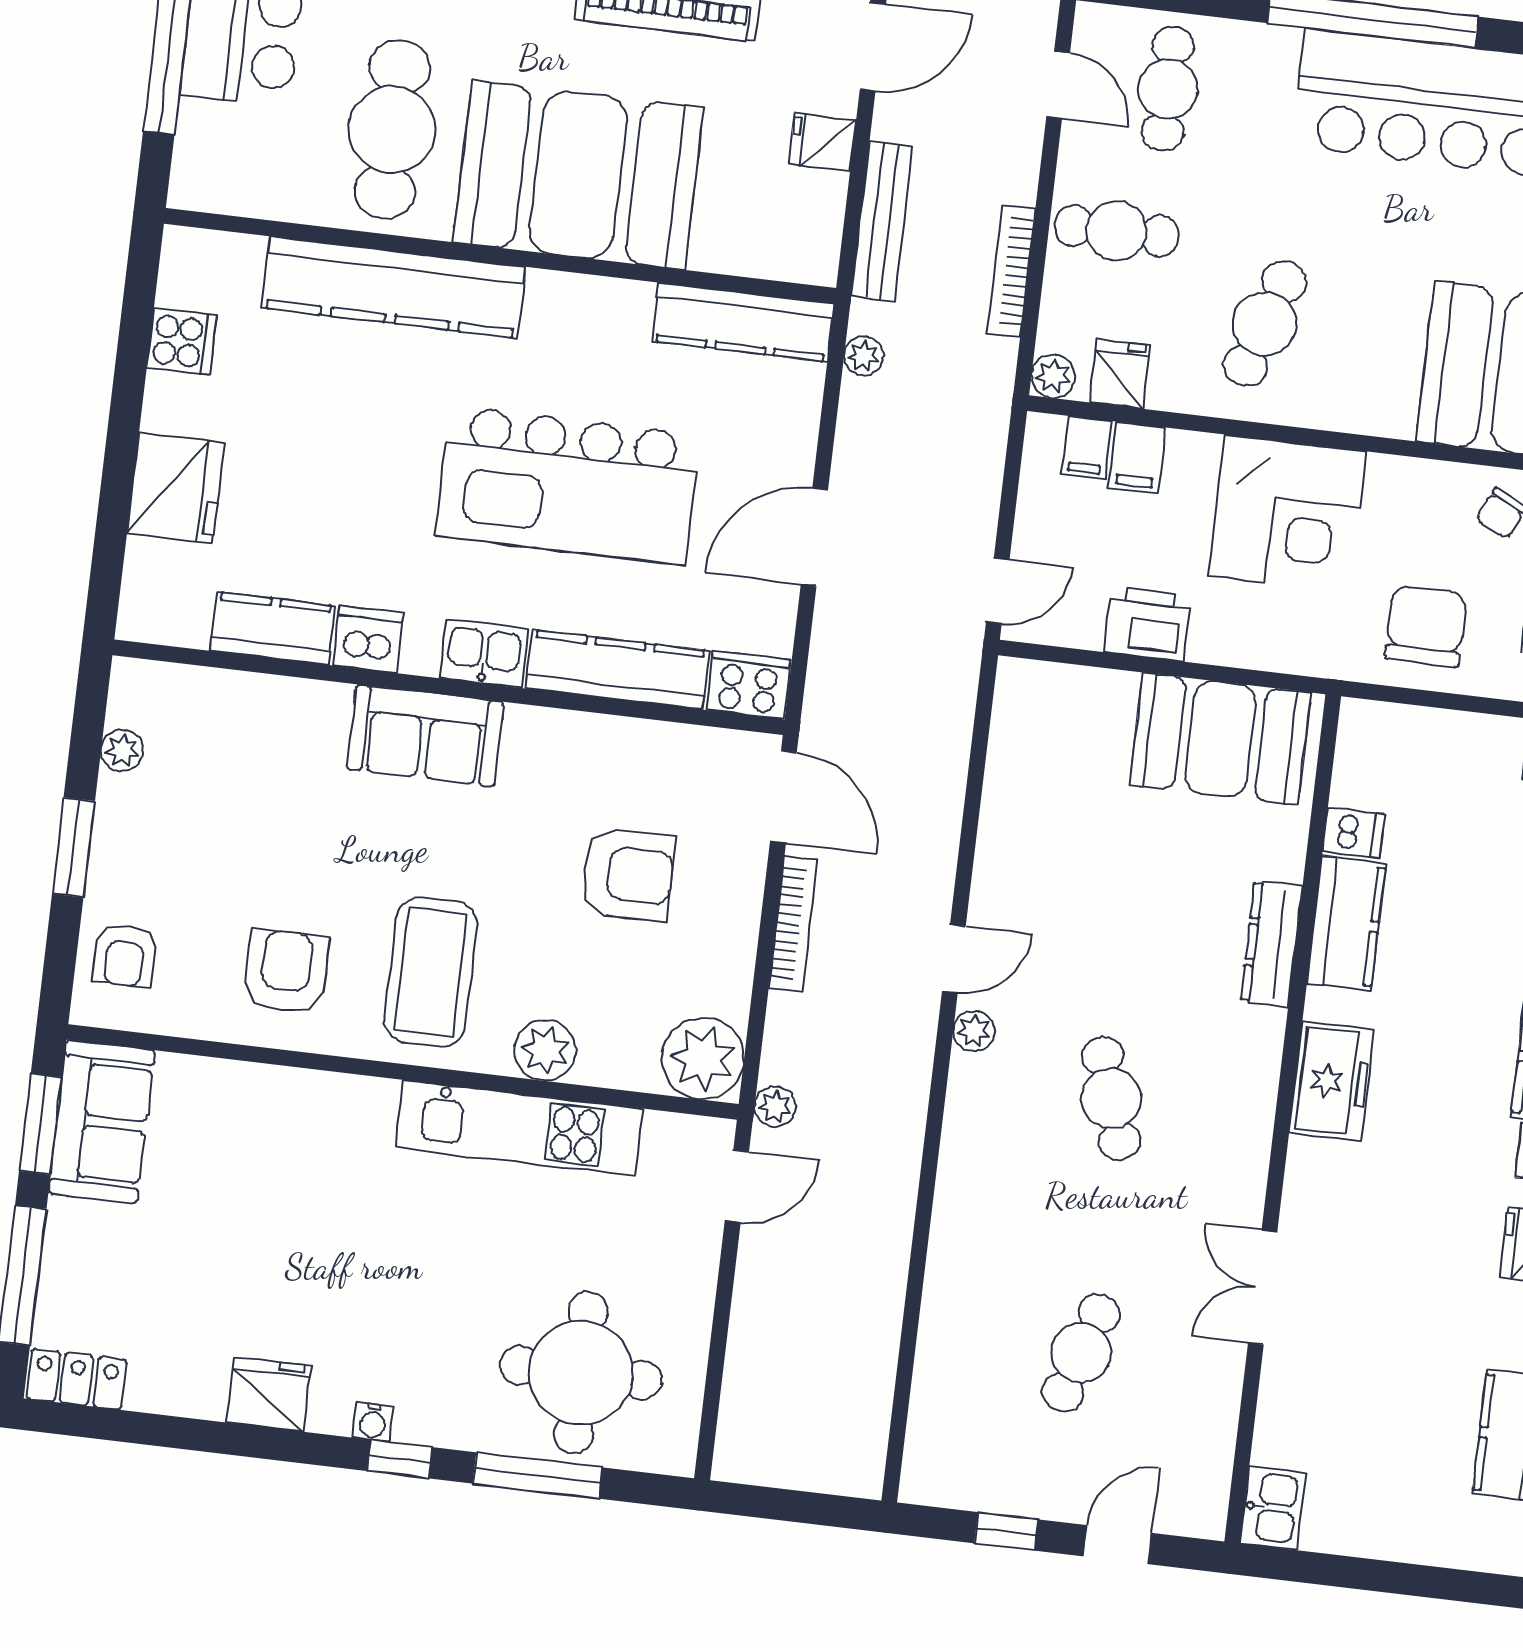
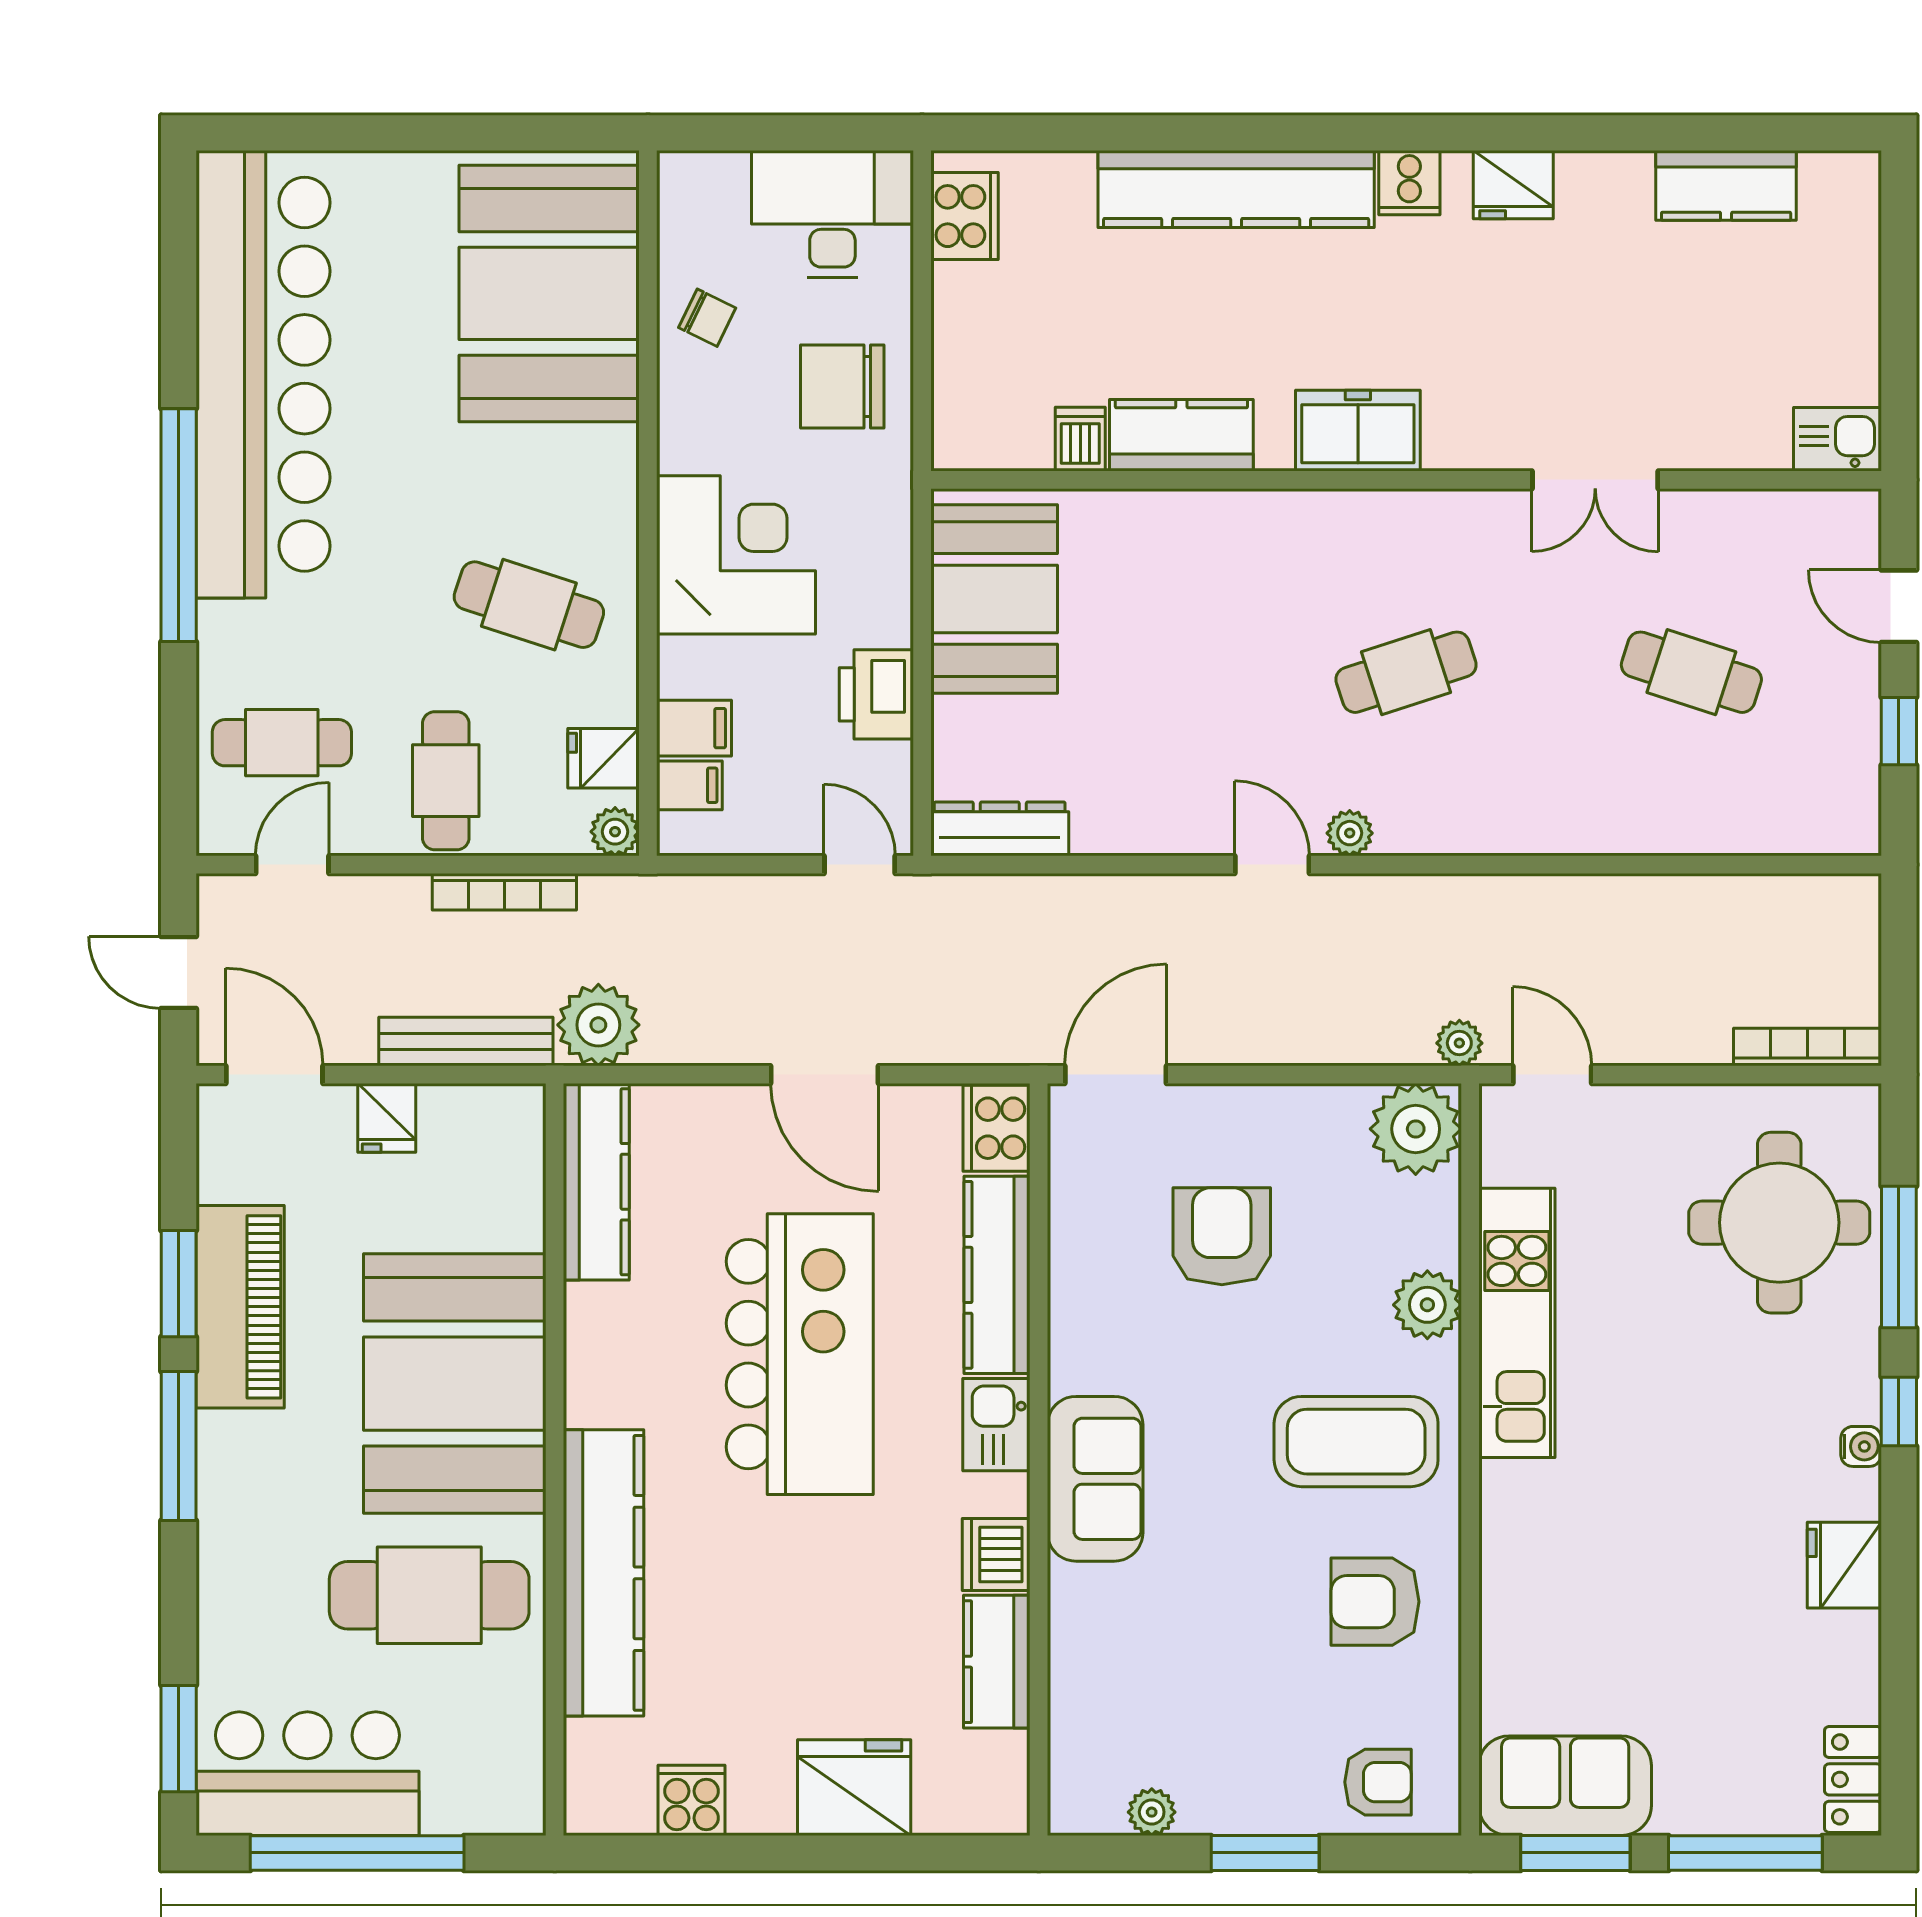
plant: (864, 356) -> (598, 1025), width x1.88, depth x1.88
bookcase: (793, 924) -> (1807, 1047), moved
dresser: (1271, 944) -> (1000, 829), moved, turned 180

